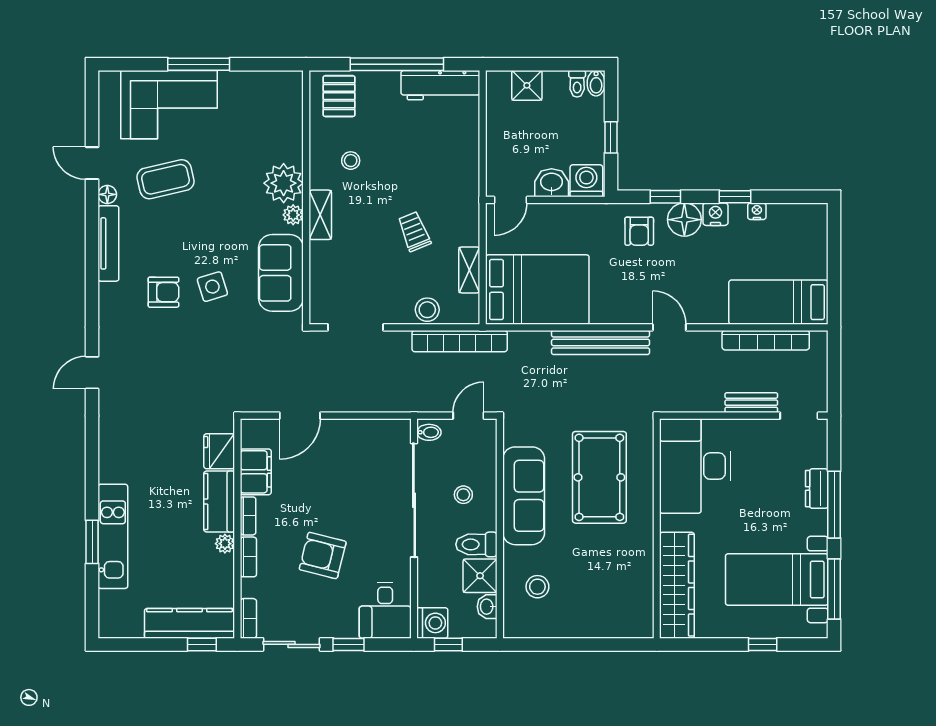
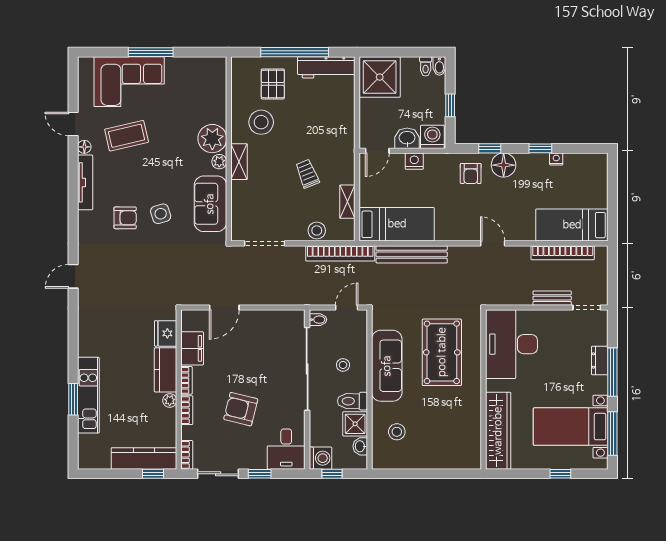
shower: (527, 85) -> (380, 77), width x1.86, depth x1.86
pallet: (339, 96) -> (273, 84), moved
stool: (351, 161) -> (261, 122), width x1.89, depth x1.89
nightstand: (715, 214) -> (414, 161), moved
bed: (537, 290) -> (397, 224), width x0.67
bench: (601, 342) -> (412, 254), moved

